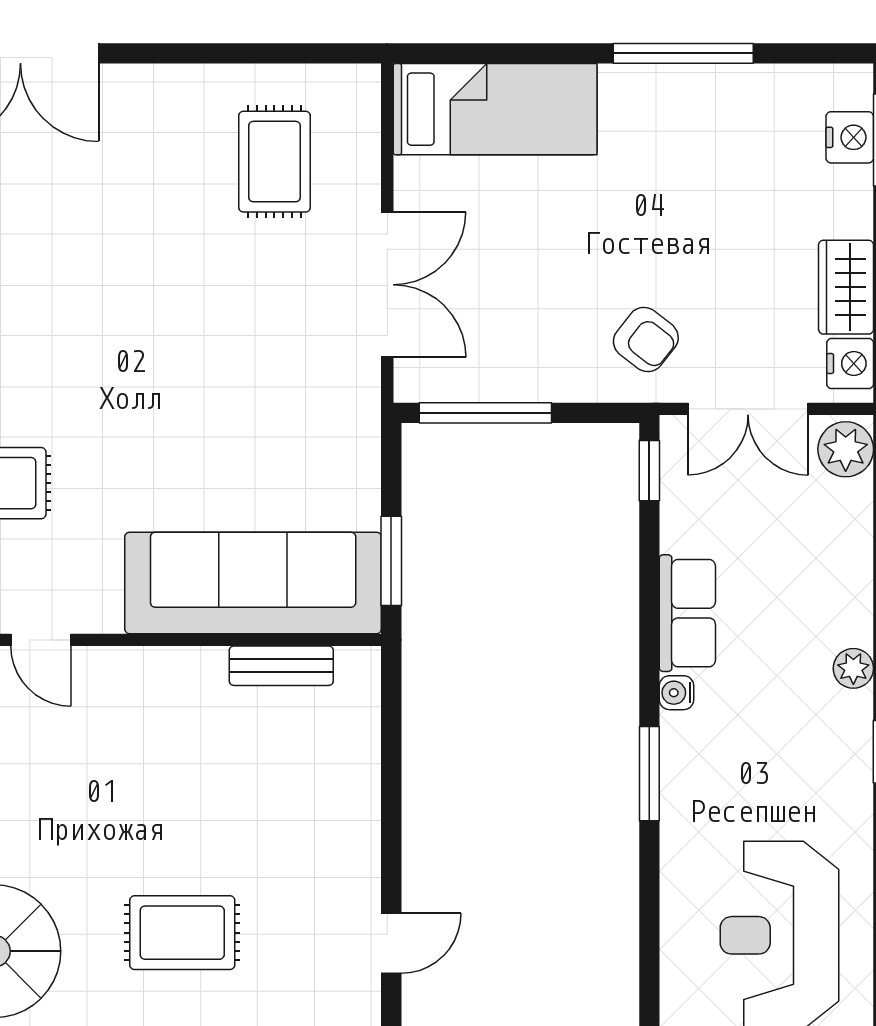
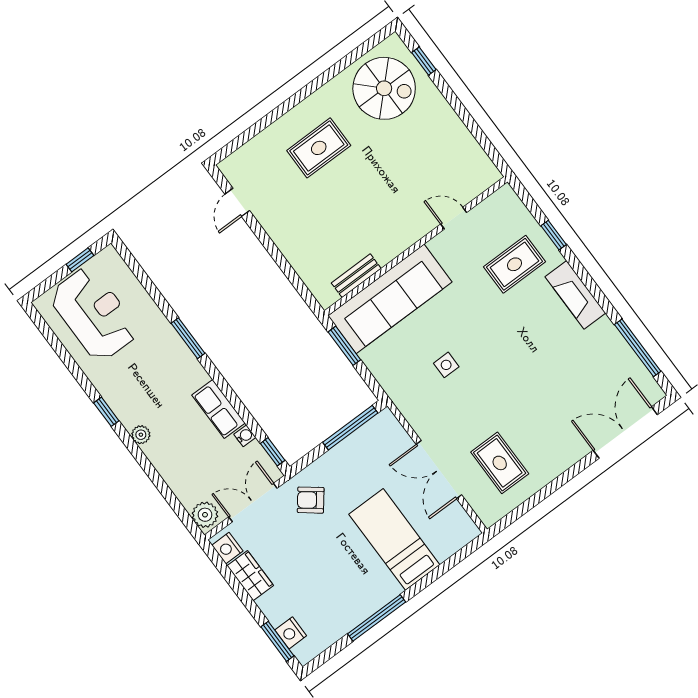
bed: (495, 109) -> (394, 539), moved, turned 90
double door: (387, 285) -> (439, 470), moved
side table: (241, 398) -> (446, 365), added
water cooler: (677, 693) -> (245, 436), moved

